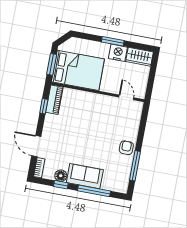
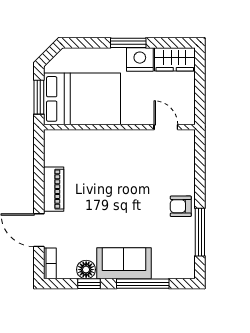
piano: (54, 100) -> (54, 189), moved
window: (44, 106) -> (39, 165), removed
armchair: (126, 148) -> (181, 206), turned -90

